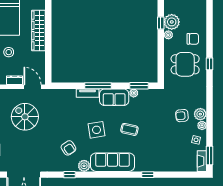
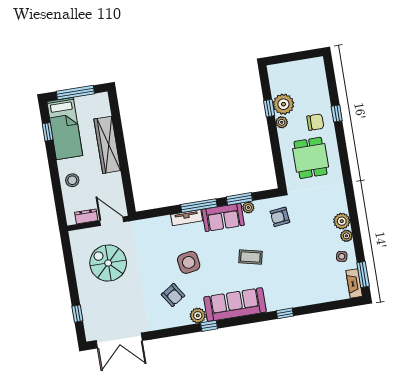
dining table: (185, 64) -> (311, 158), turned 90
window: (209, 64) -> (337, 114), moved
window: (139, 86) -> (239, 199), moved
armchair: (182, 116) -> (280, 217), moved
side table: (97, 130) -> (189, 262), moved
window: (70, 175) -> (209, 326), moved

